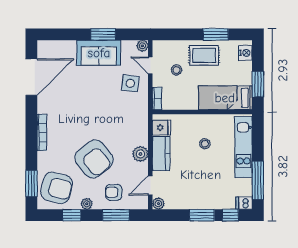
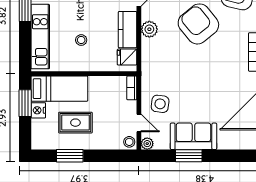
nightstand: (245, 53) -> (38, 110), moved
rug: (204, 55) -> (75, 123), moved
stool: (176, 70) -> (129, 142), moved

